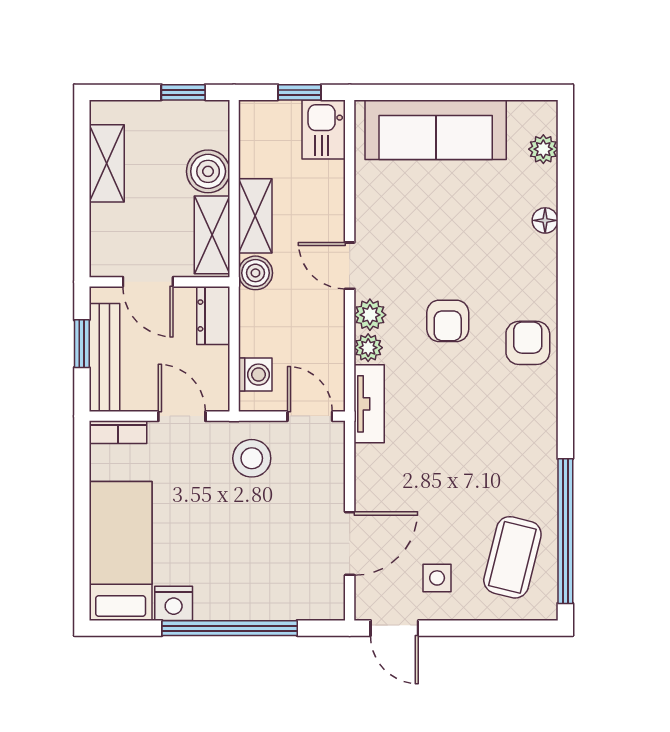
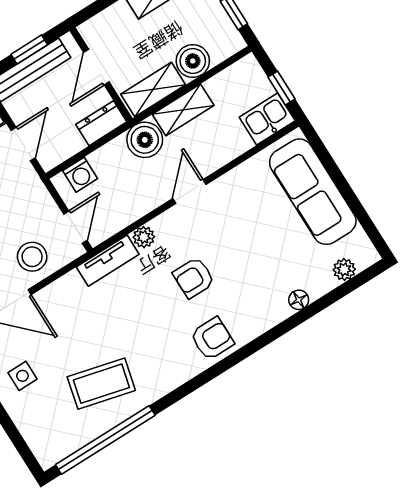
boiler: (255, 273) -> (145, 140), width x1.36, depth x1.36
plant: (370, 315) -> (166, 225), removed
stool: (252, 458) -> (32, 257), moved
coffee table: (512, 557) -> (101, 384), moved

